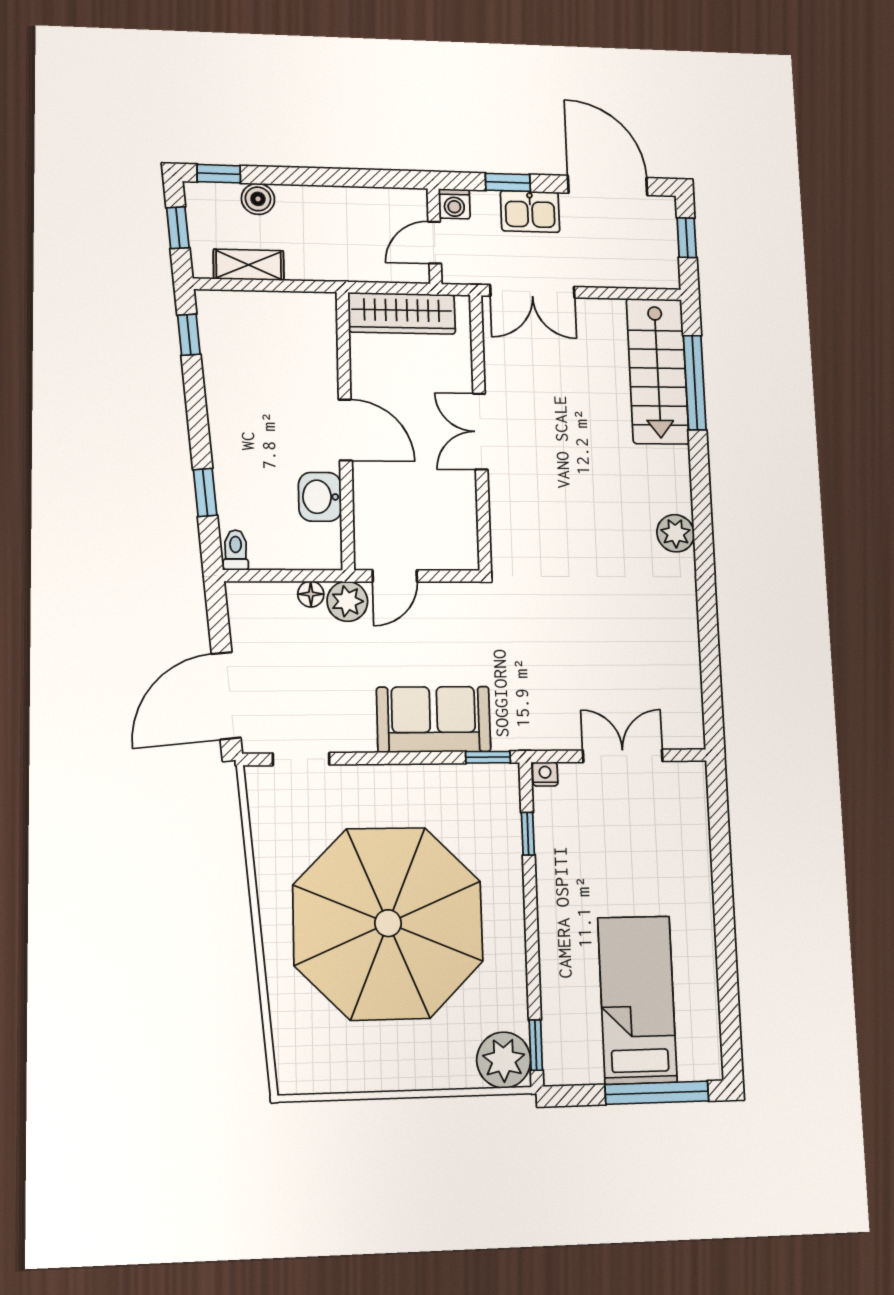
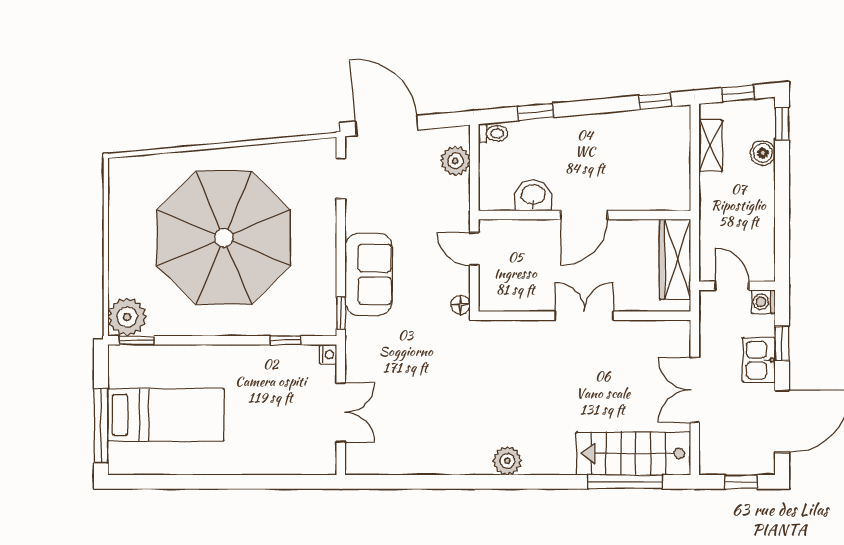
double door: (532, 291) -> (695, 390), moved
floor lamp: (311, 594) -> (461, 305), moved
plant: (347, 601) -> (455, 161), moved

